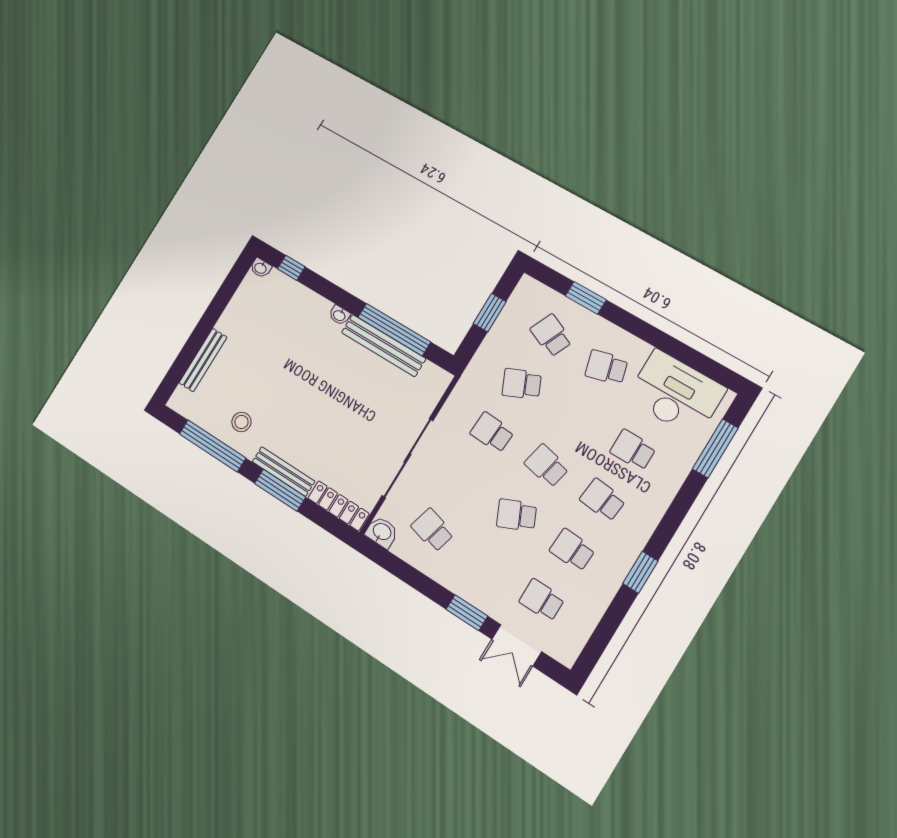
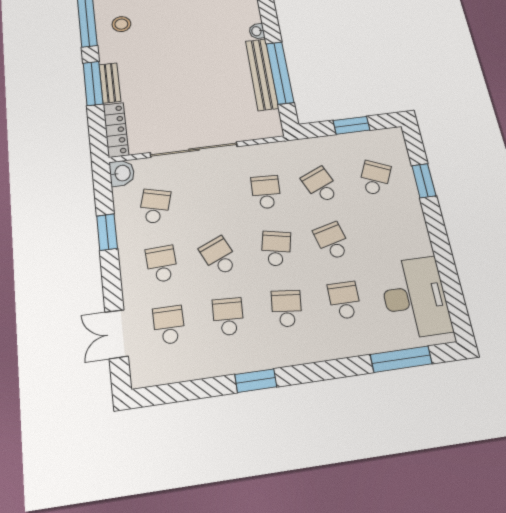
school desk: (606, 367) -> (332, 241), moved
bench: (283, 471) -> (110, 83), width x0.73
school desk: (486, 565) -> (162, 264), added
window: (467, 613) -> (107, 232), moved

